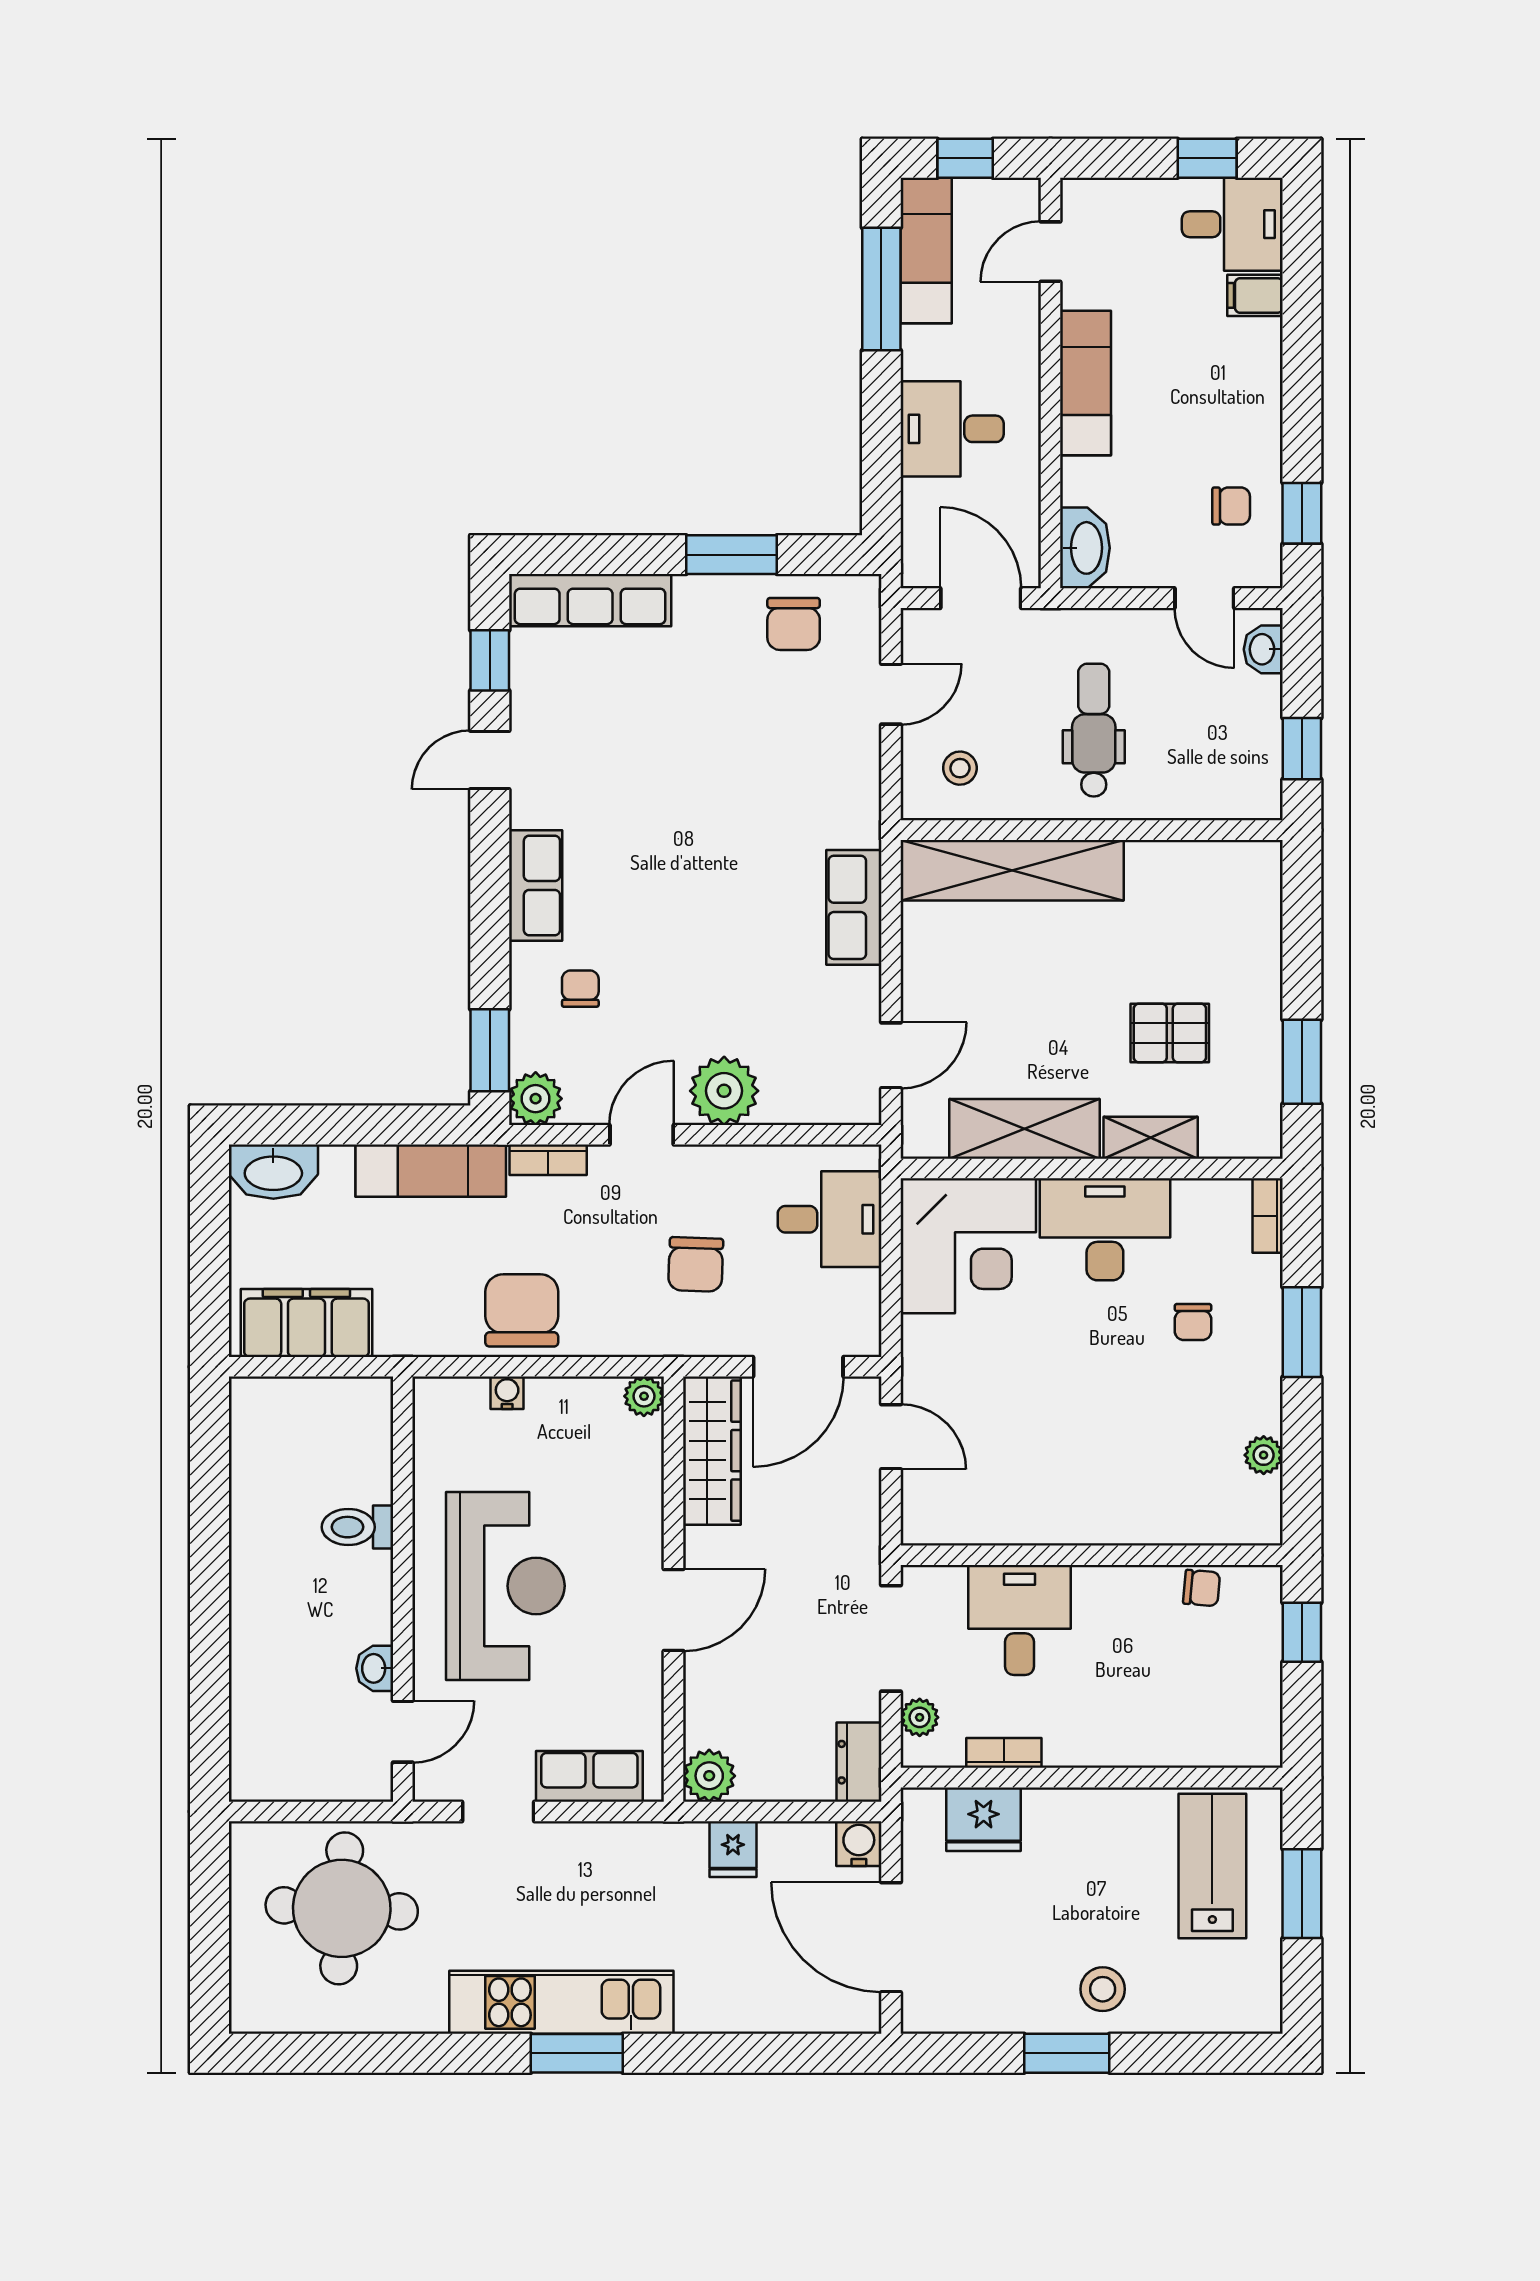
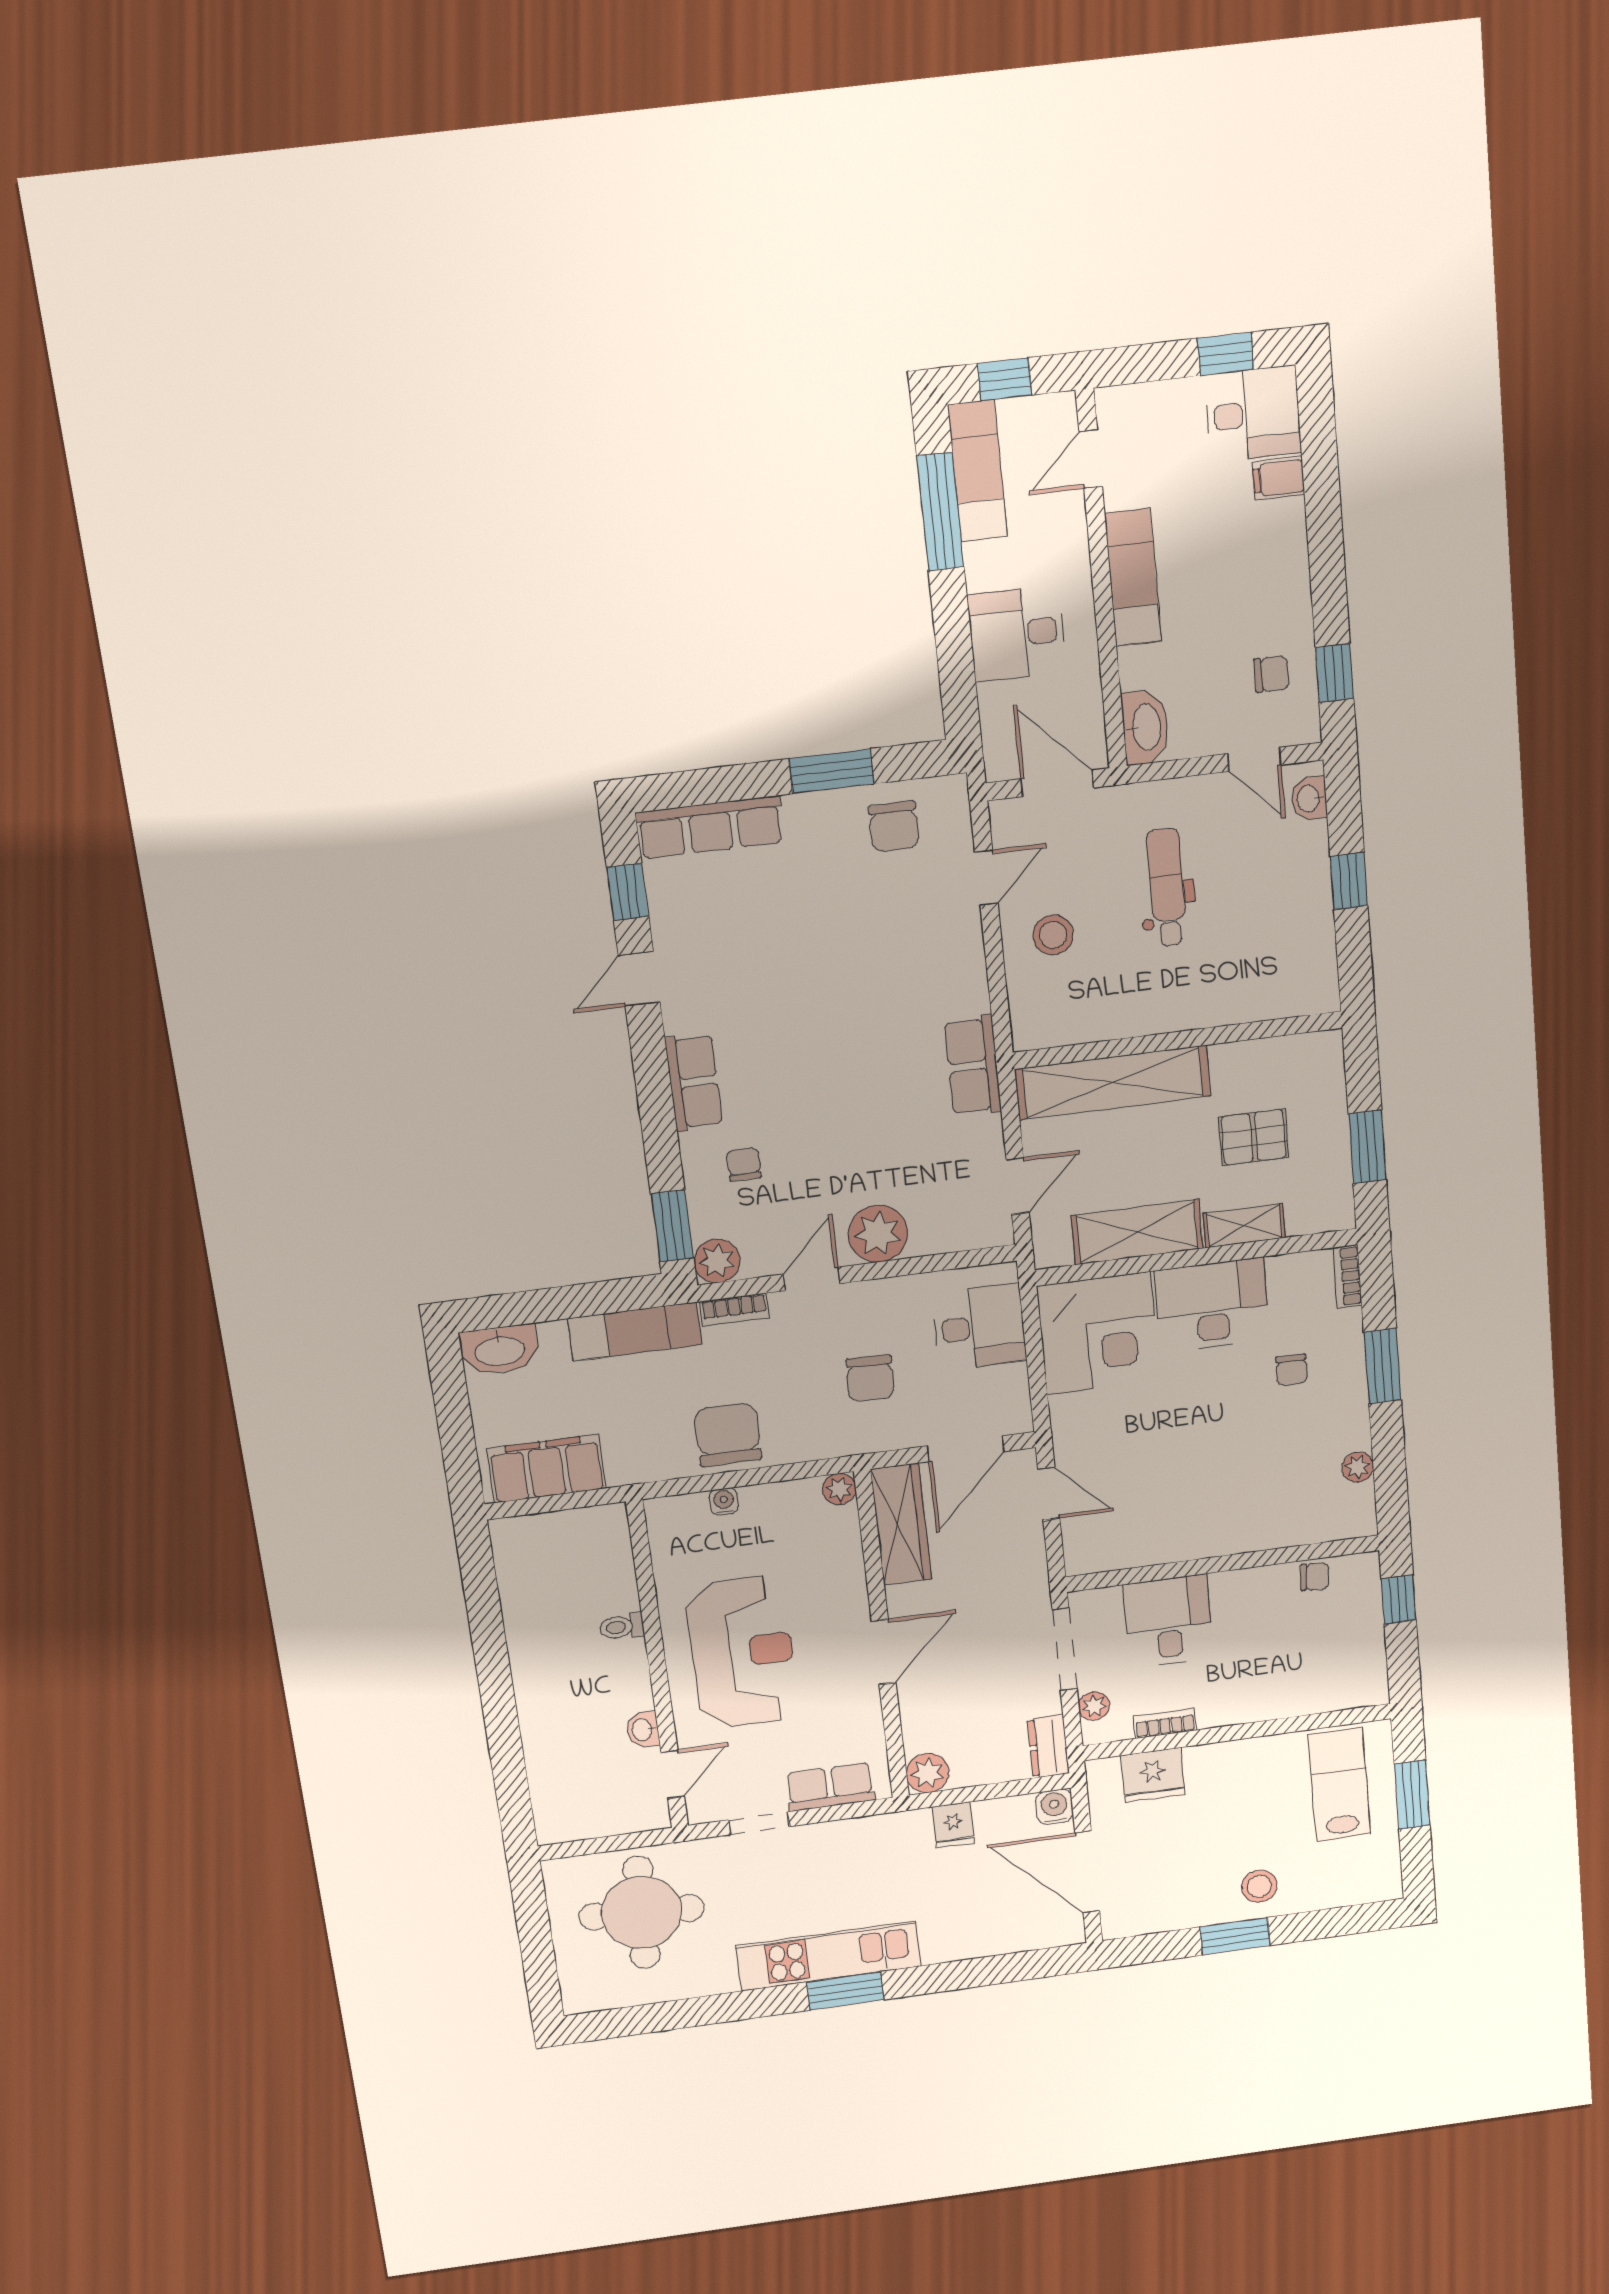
stool: (960, 768) -> (1053, 935), width x1.37, depth x1.37
wall: (1092, 830) -> (1178, 1040), moved
shelving: (1012, 870) -> (1113, 1083), moved
toilet: (357, 1527) -> (622, 1627), width x0.73, depth x0.72

